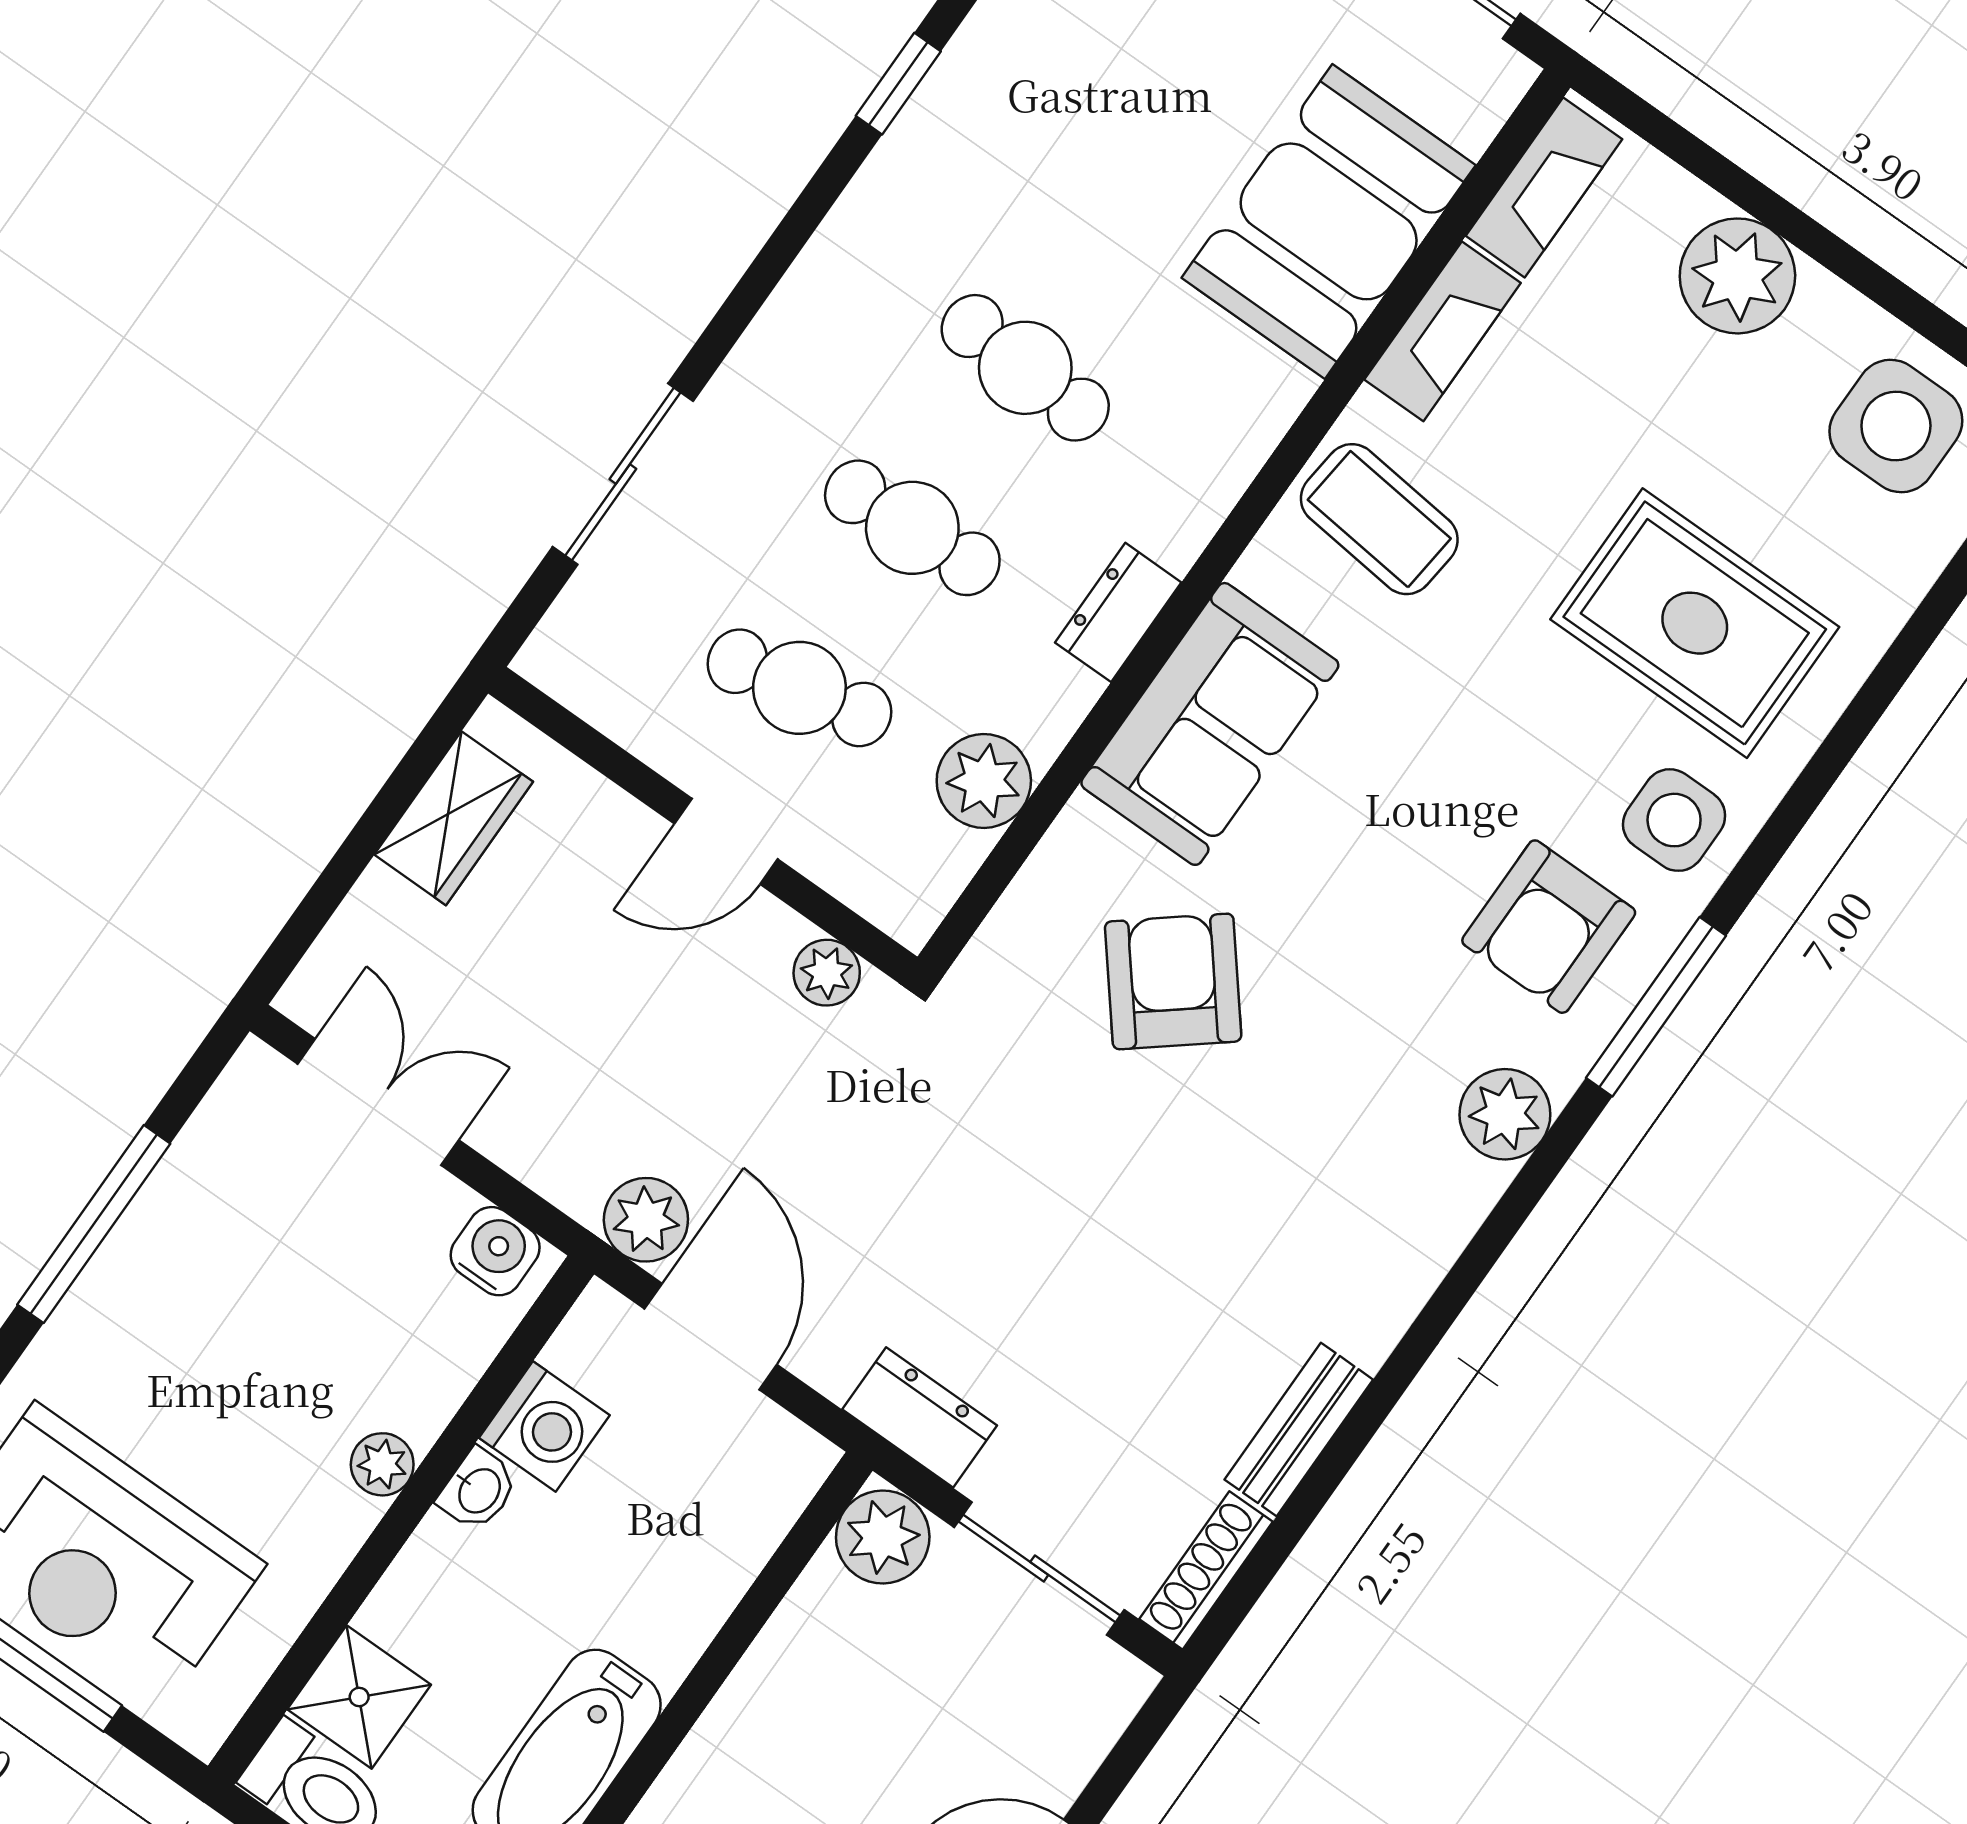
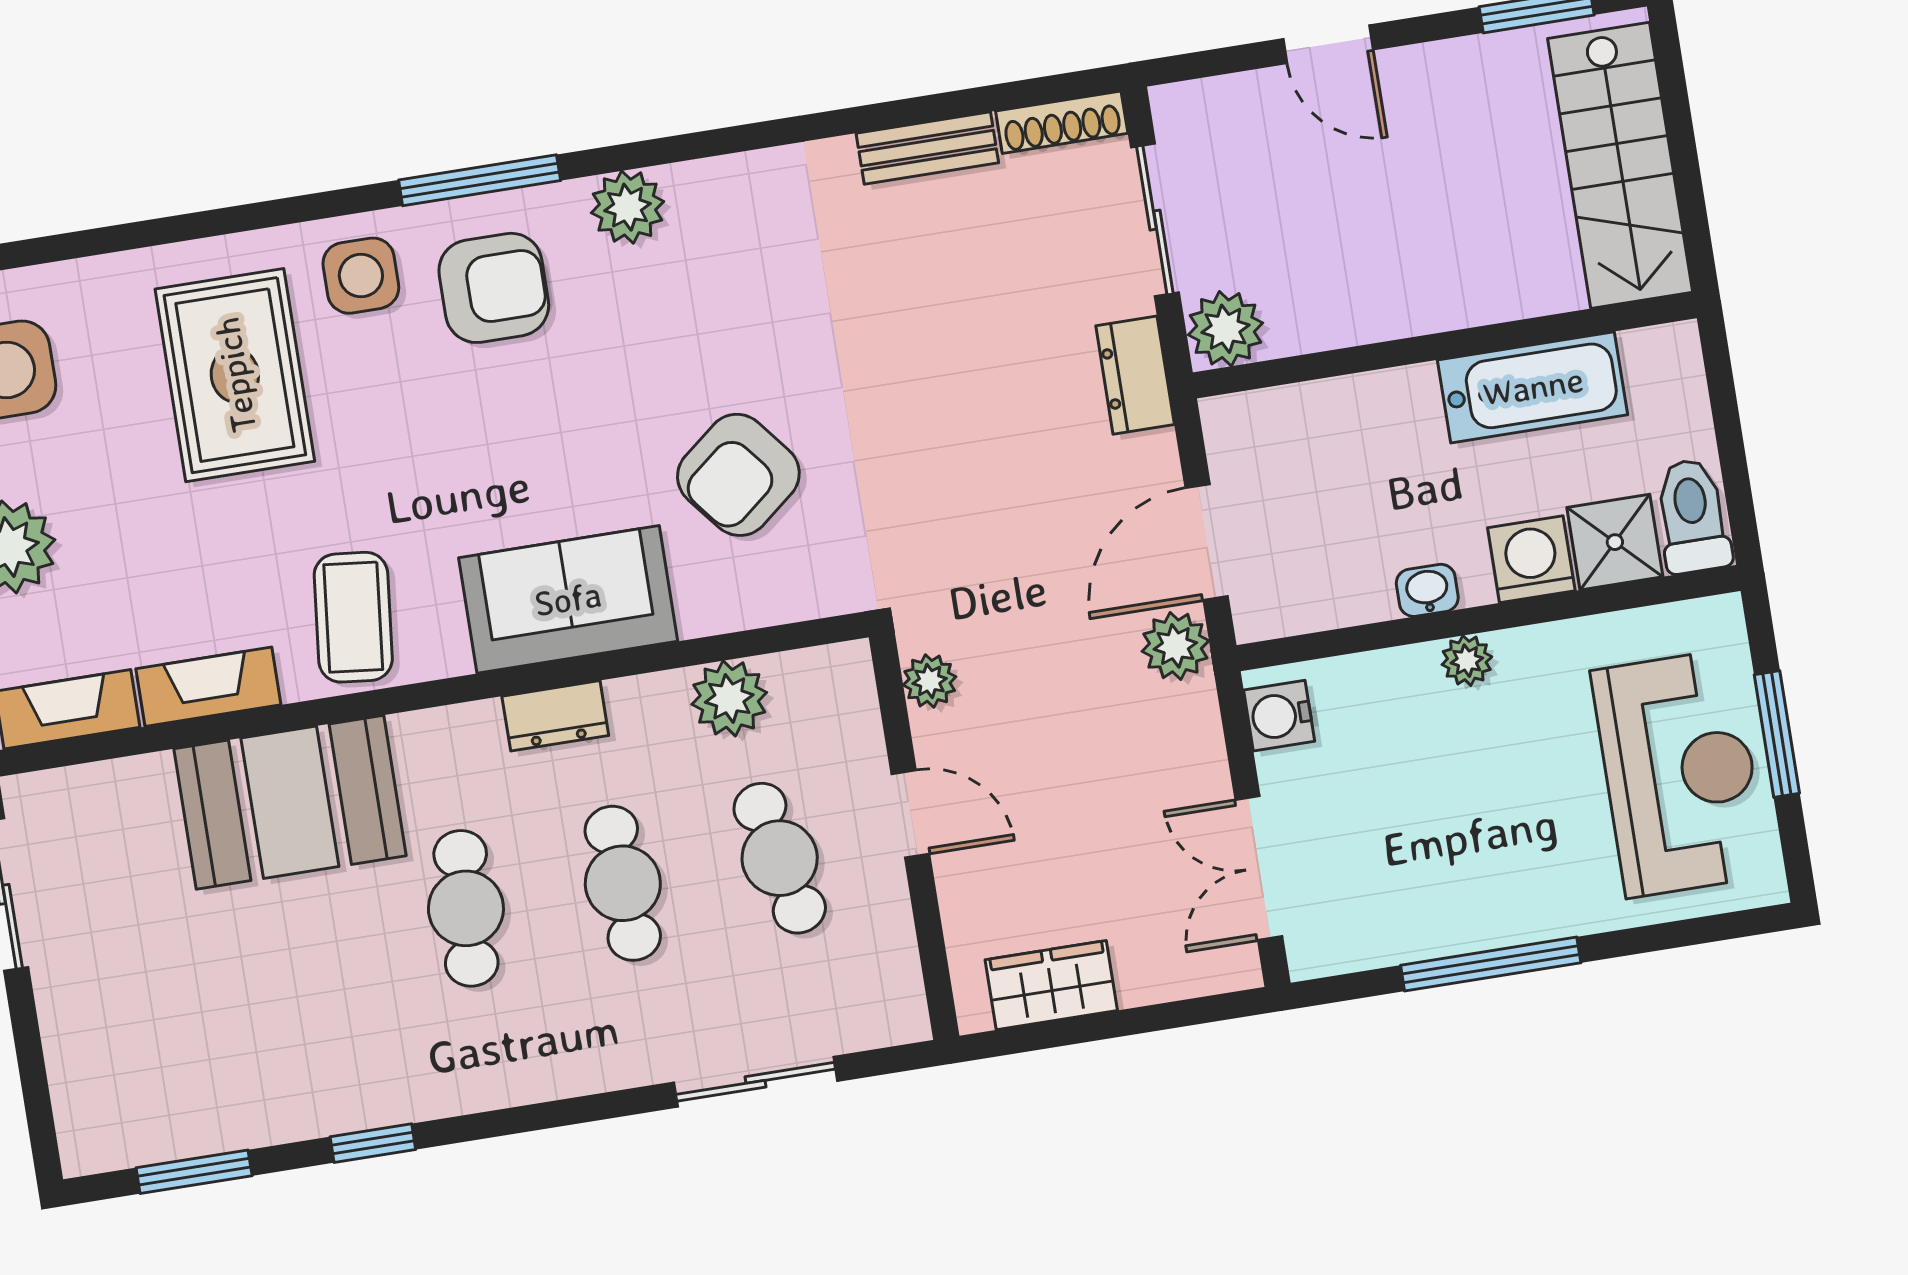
booth: (1329, 221) -> (290, 802), moved
washing machine: (544, 1426) -> (1531, 559), moved

